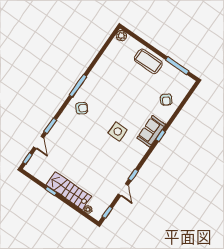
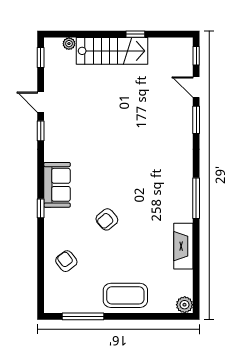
fireplace: (101, 66) -> (183, 246), added
armchair: (82, 108) -> (107, 219), moved
side table: (118, 131) -> (101, 174), removed
sofa: (151, 131) -> (57, 185), moved

